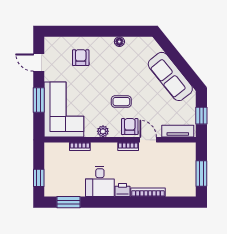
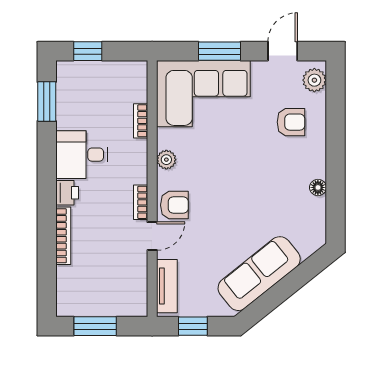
plant: (56, 44) -> (314, 80), added
coffee table: (121, 102) -> (217, 191), removed

